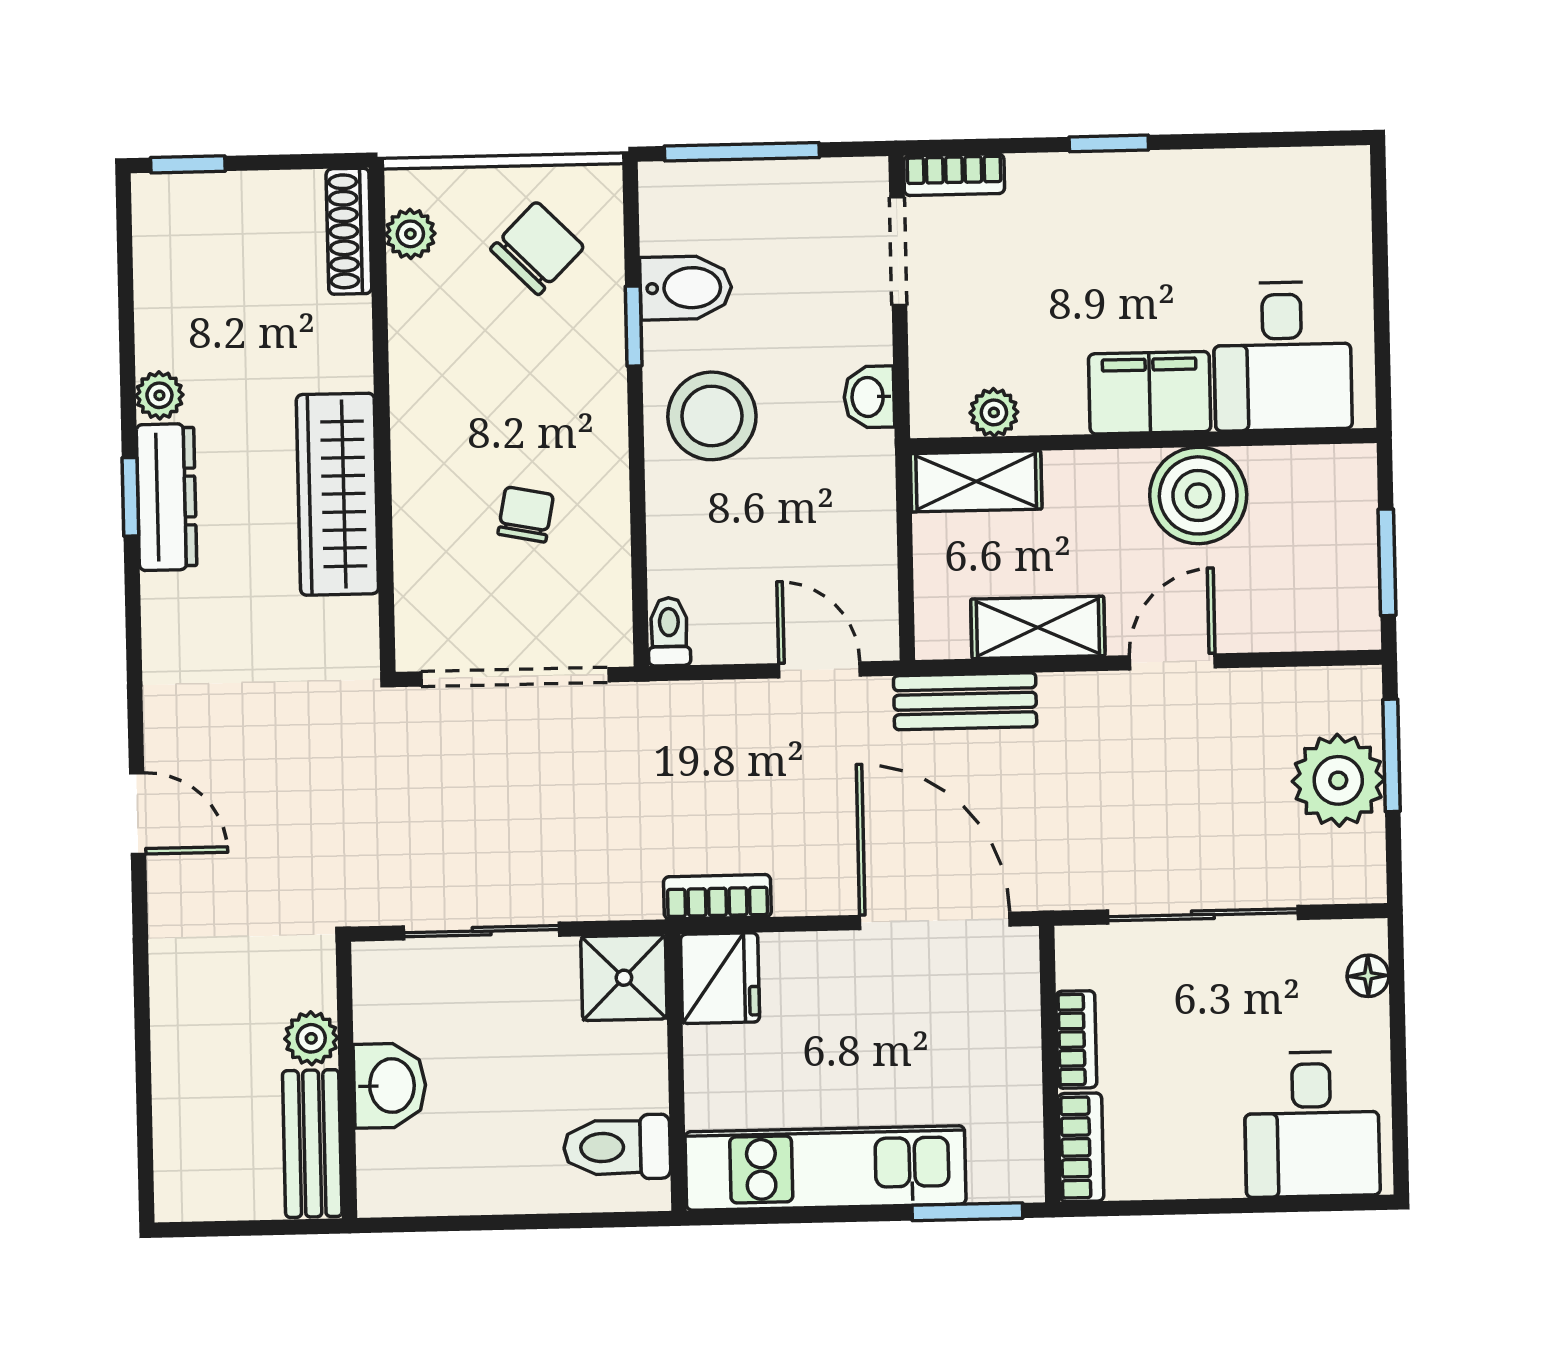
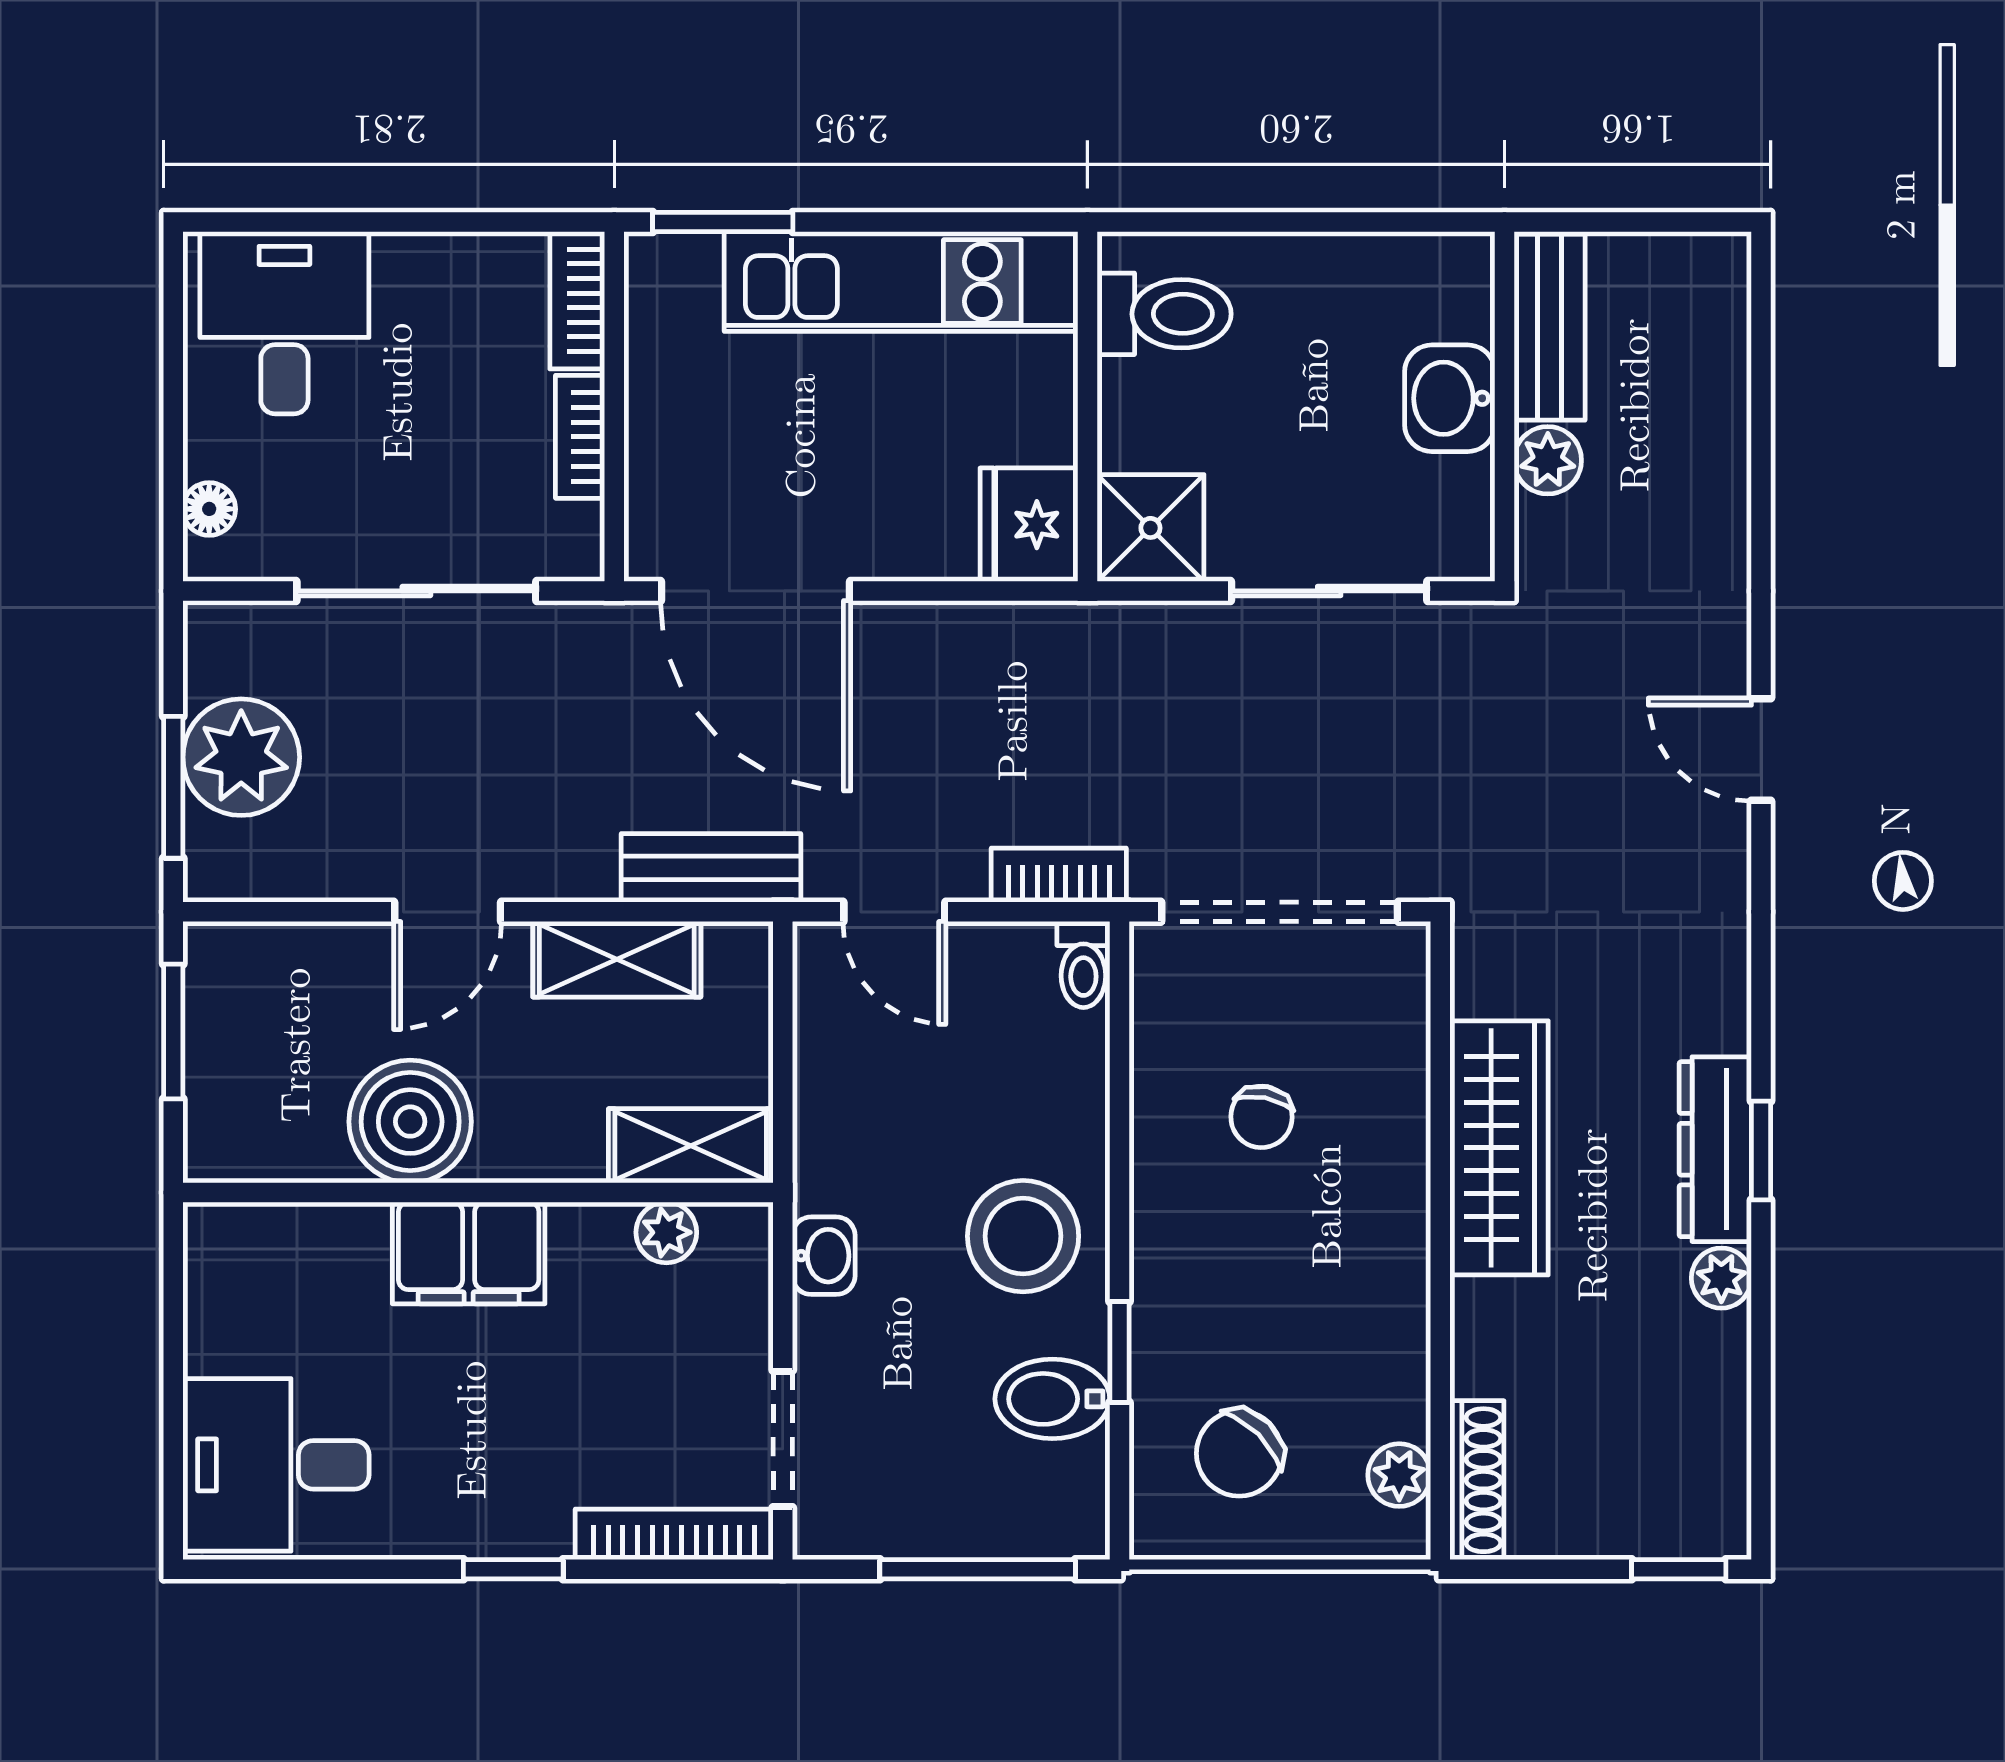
bookcase: (954, 175) -> (674, 1534), width x1.56
desk: (1282, 356) -> (276, 1465), moved, turned -90
bookcase: (717, 897) -> (1059, 875), moved, turned 180

